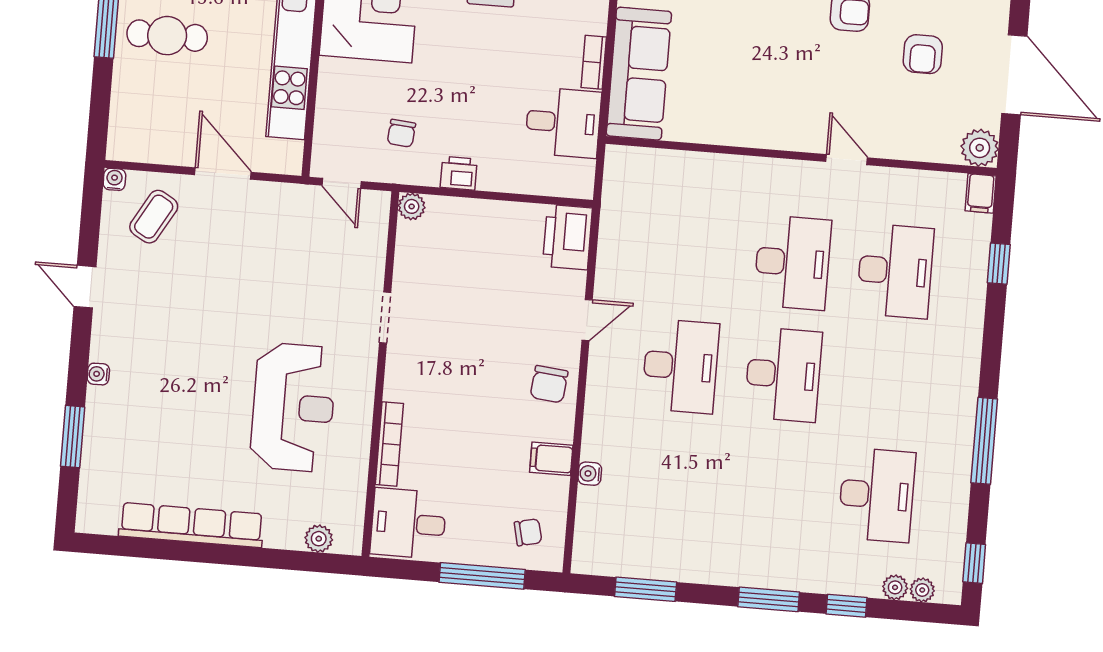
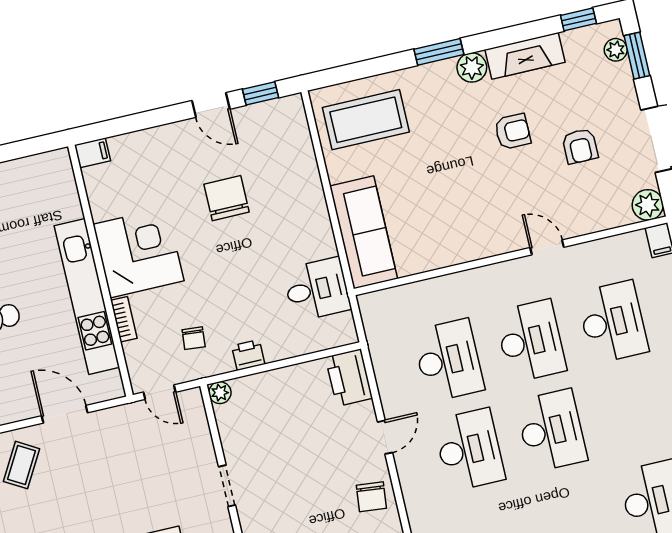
bookcase: (594, 62) -> (124, 319), moved, turned 180
desk: (690, 254) -> (448, 360), added

